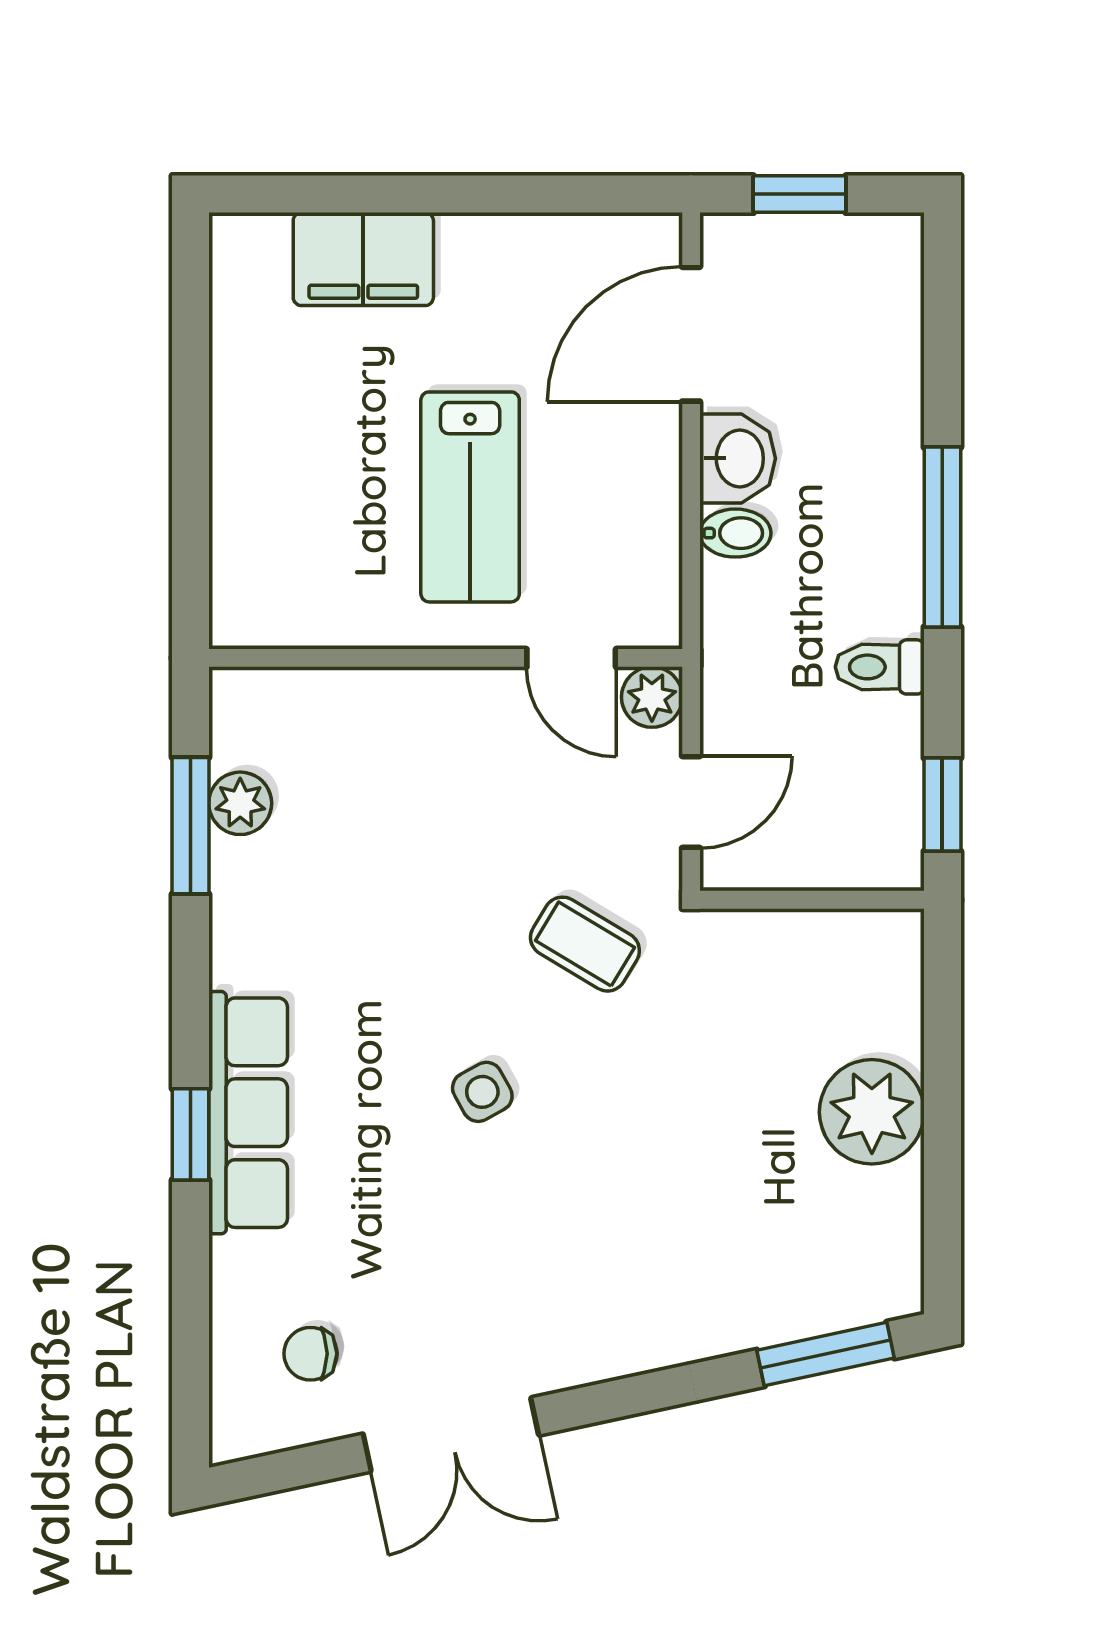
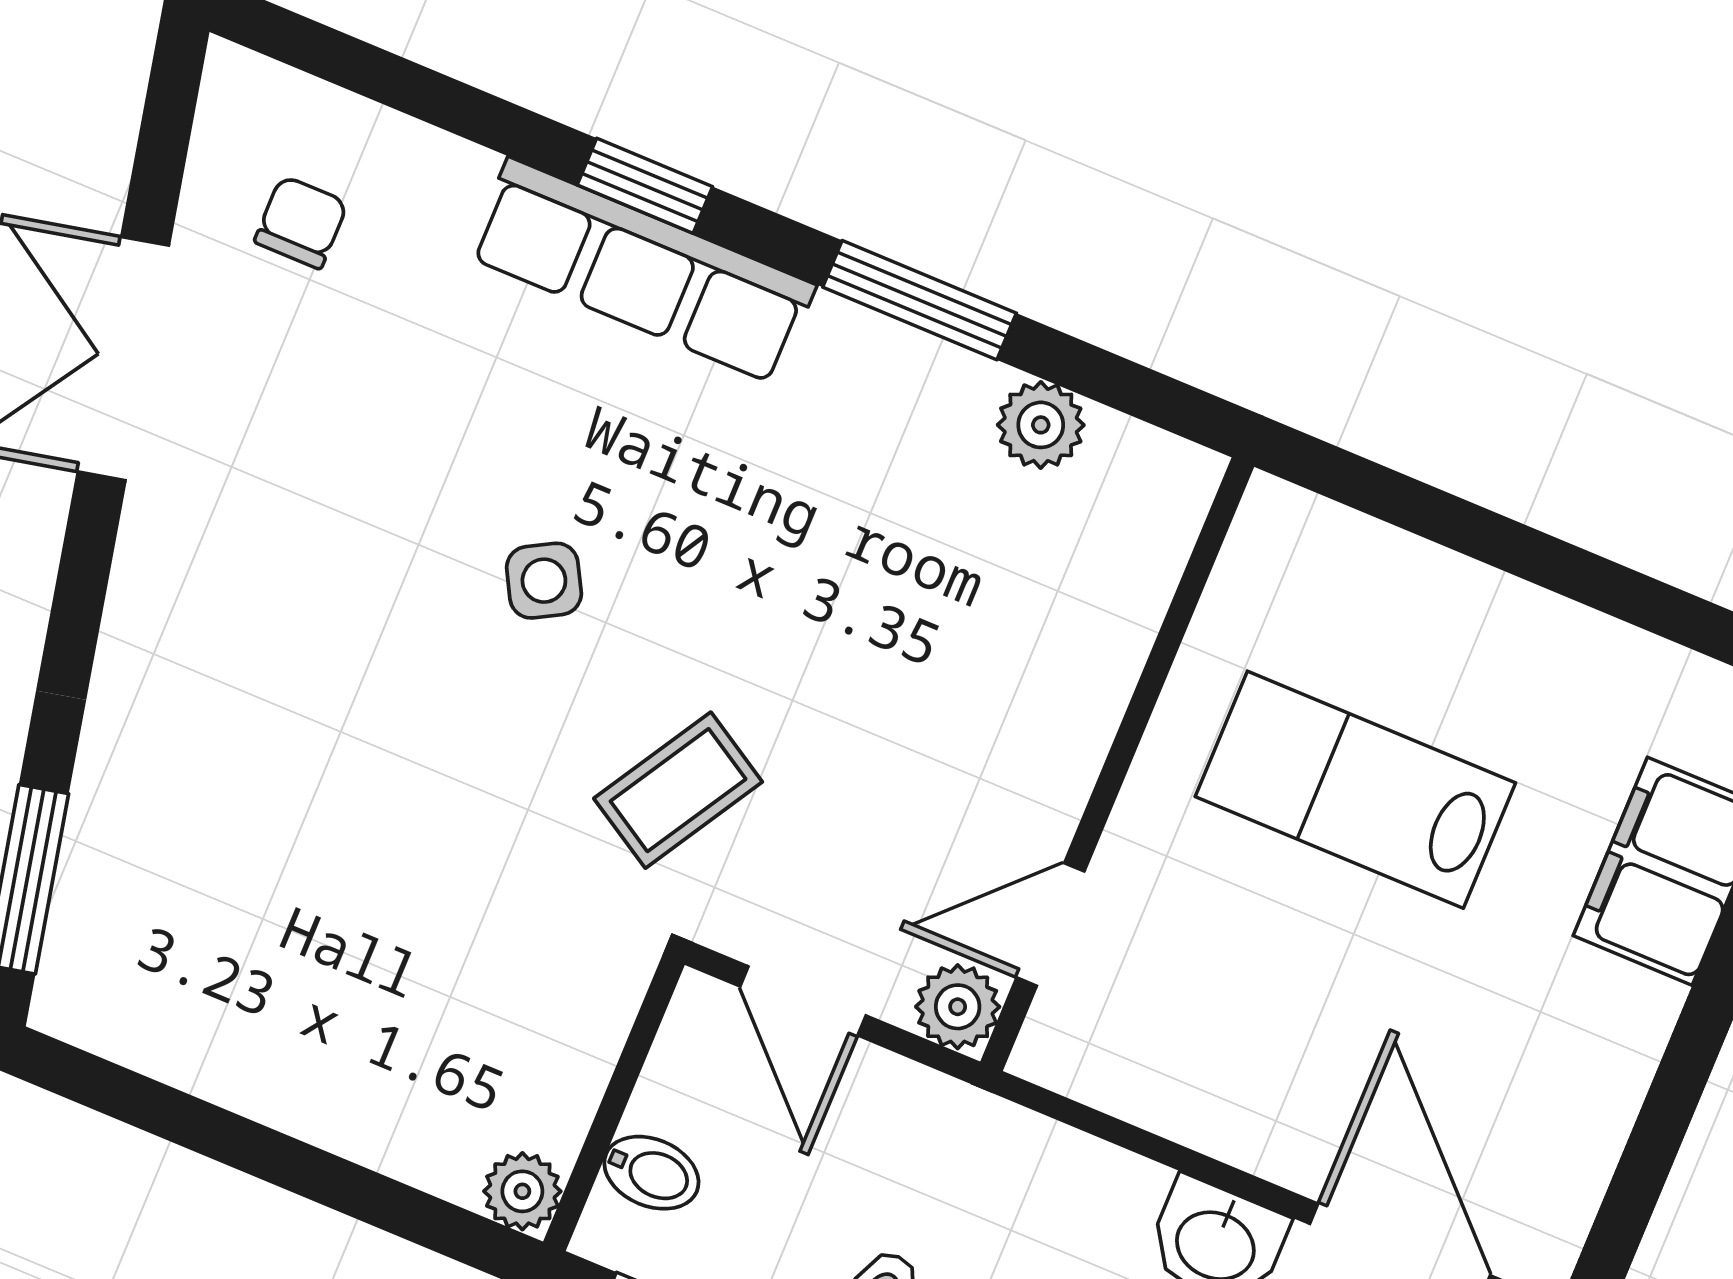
lab bench: (470, 497) -> (1355, 790), moved
bidet: (735, 533) -> (651, 1173), moved, turned -90
window: (191, 826) -> (920, 300), moved
plant: (872, 1112) -> (522, 1191), moved, width x0.53, depth x0.53

